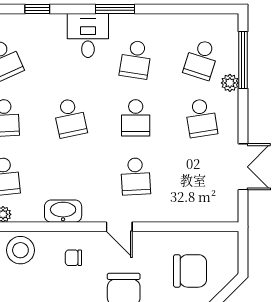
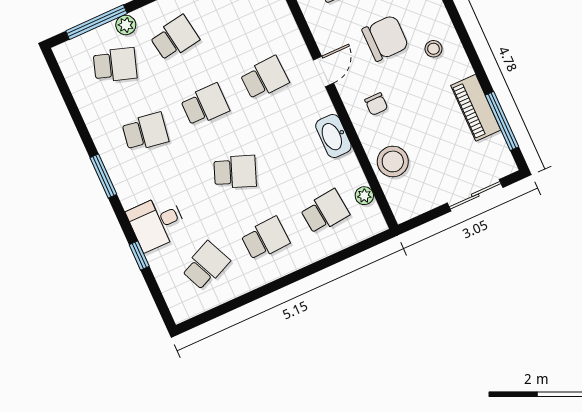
desk: (88, 35) -> (157, 223), moved
school desk: (70, 118) -> (235, 172), turned 33

